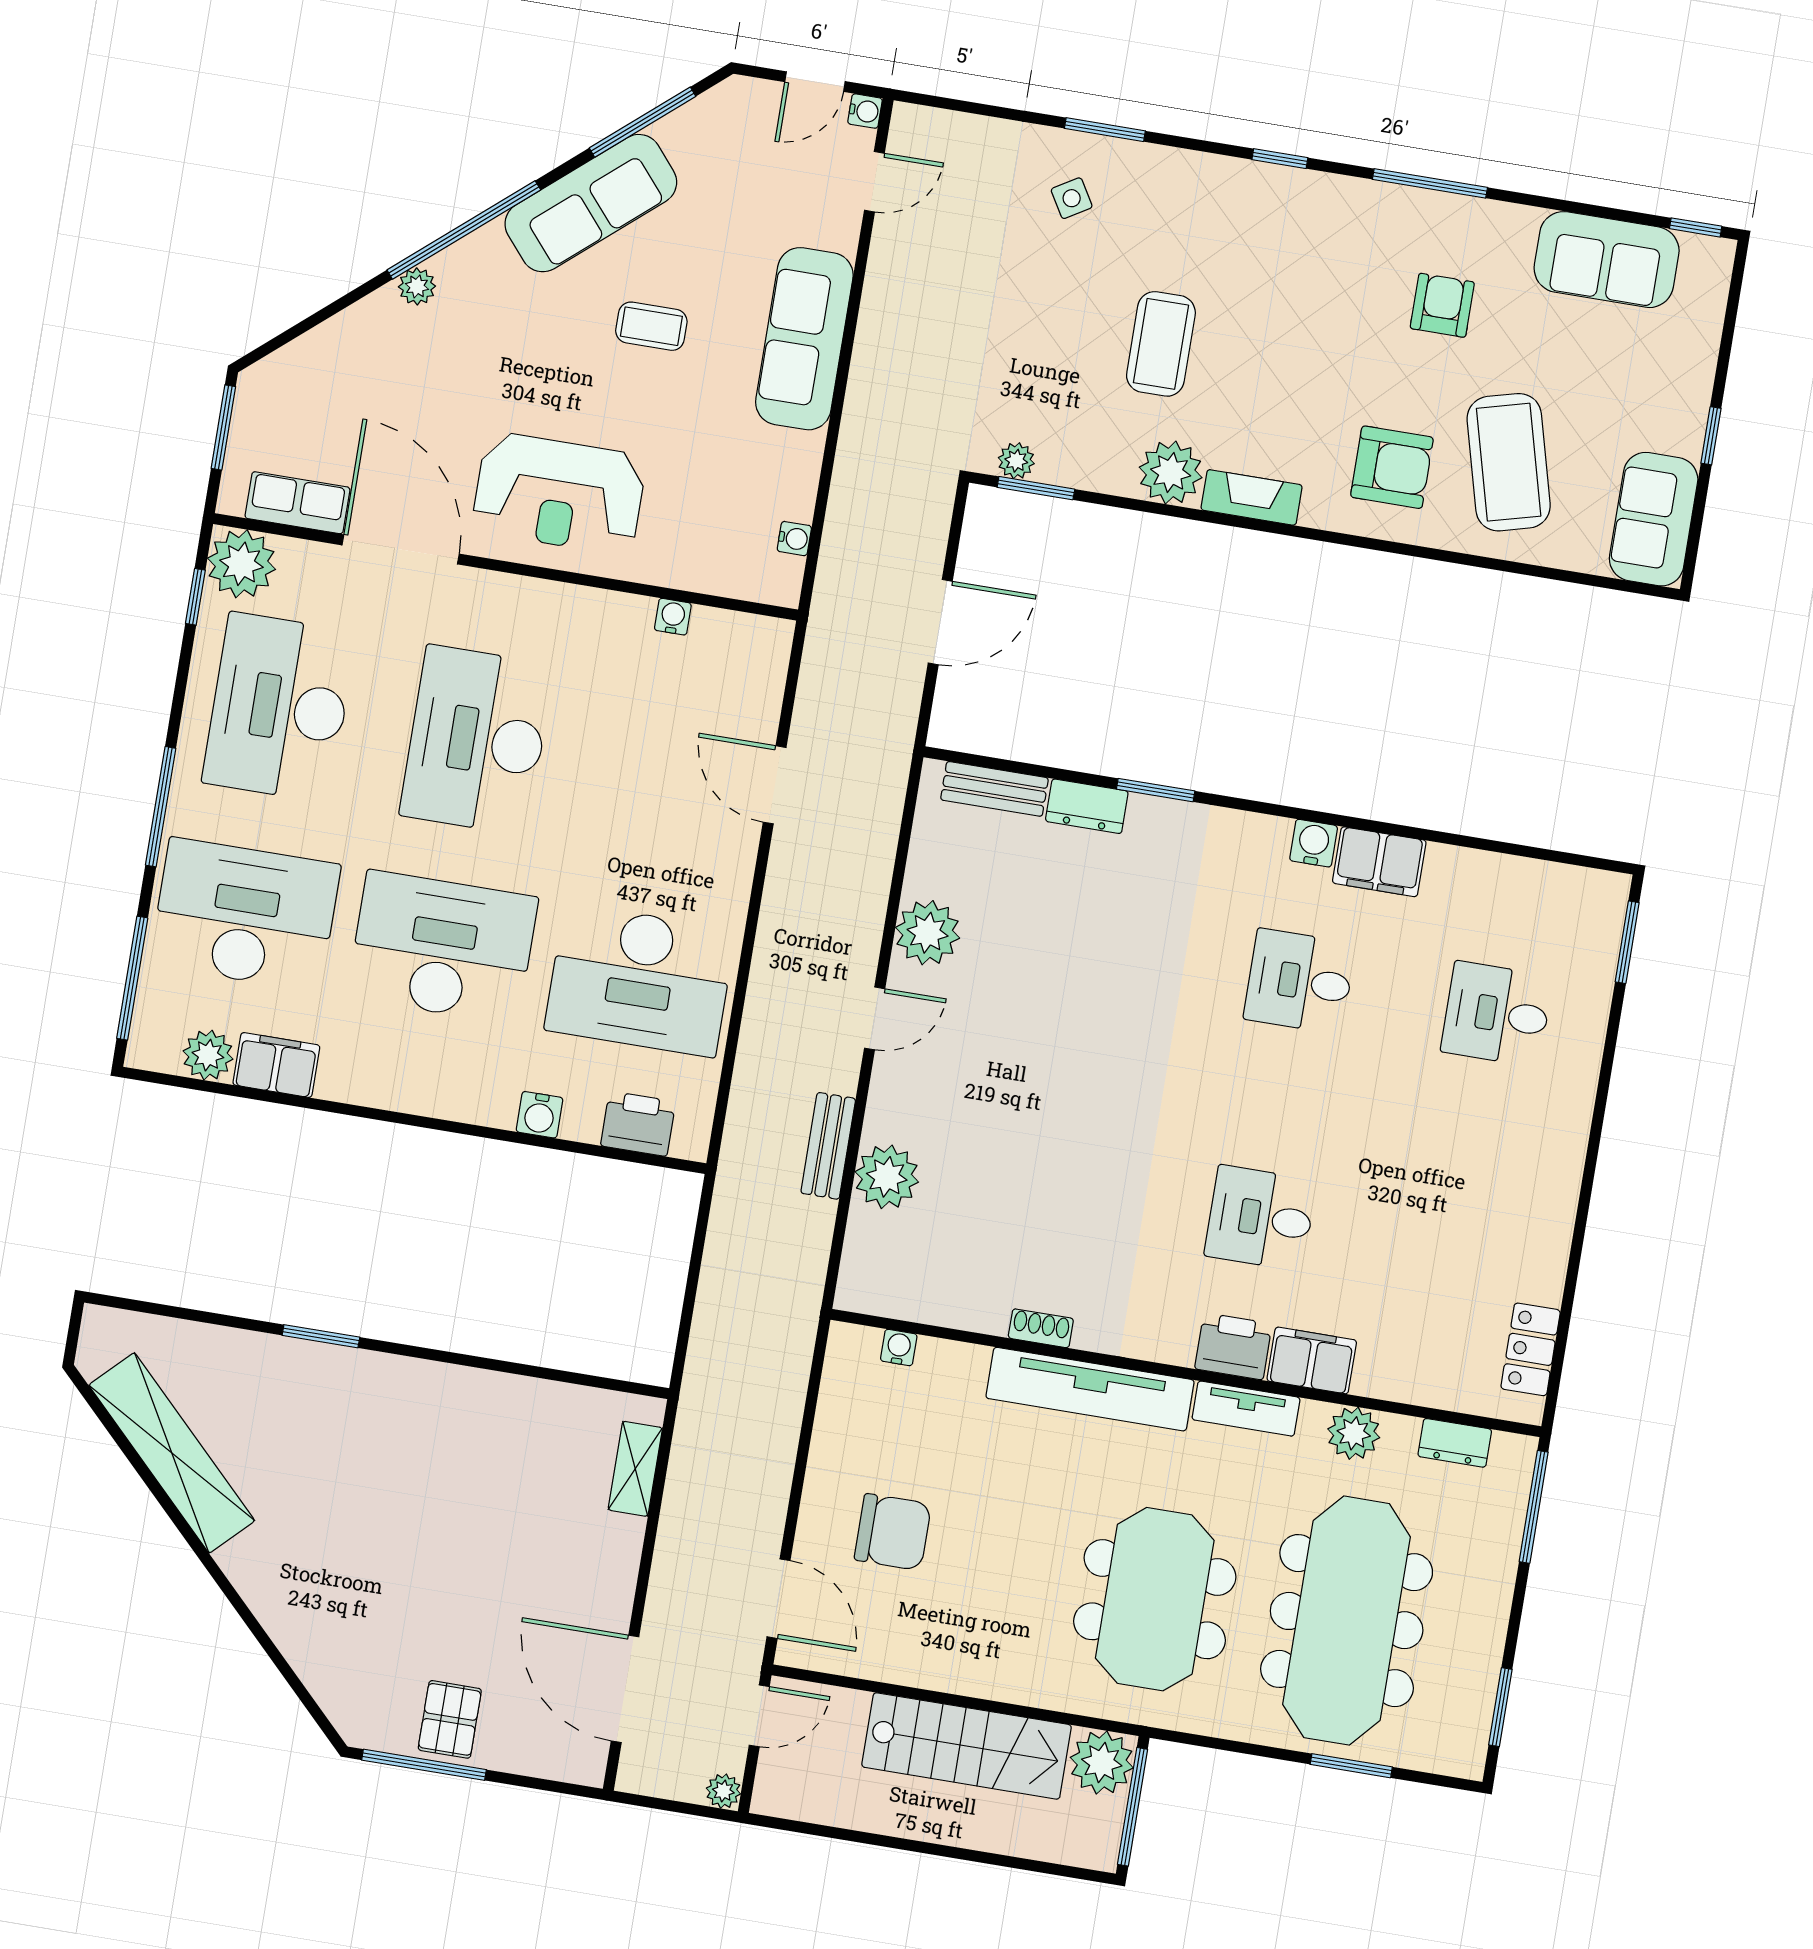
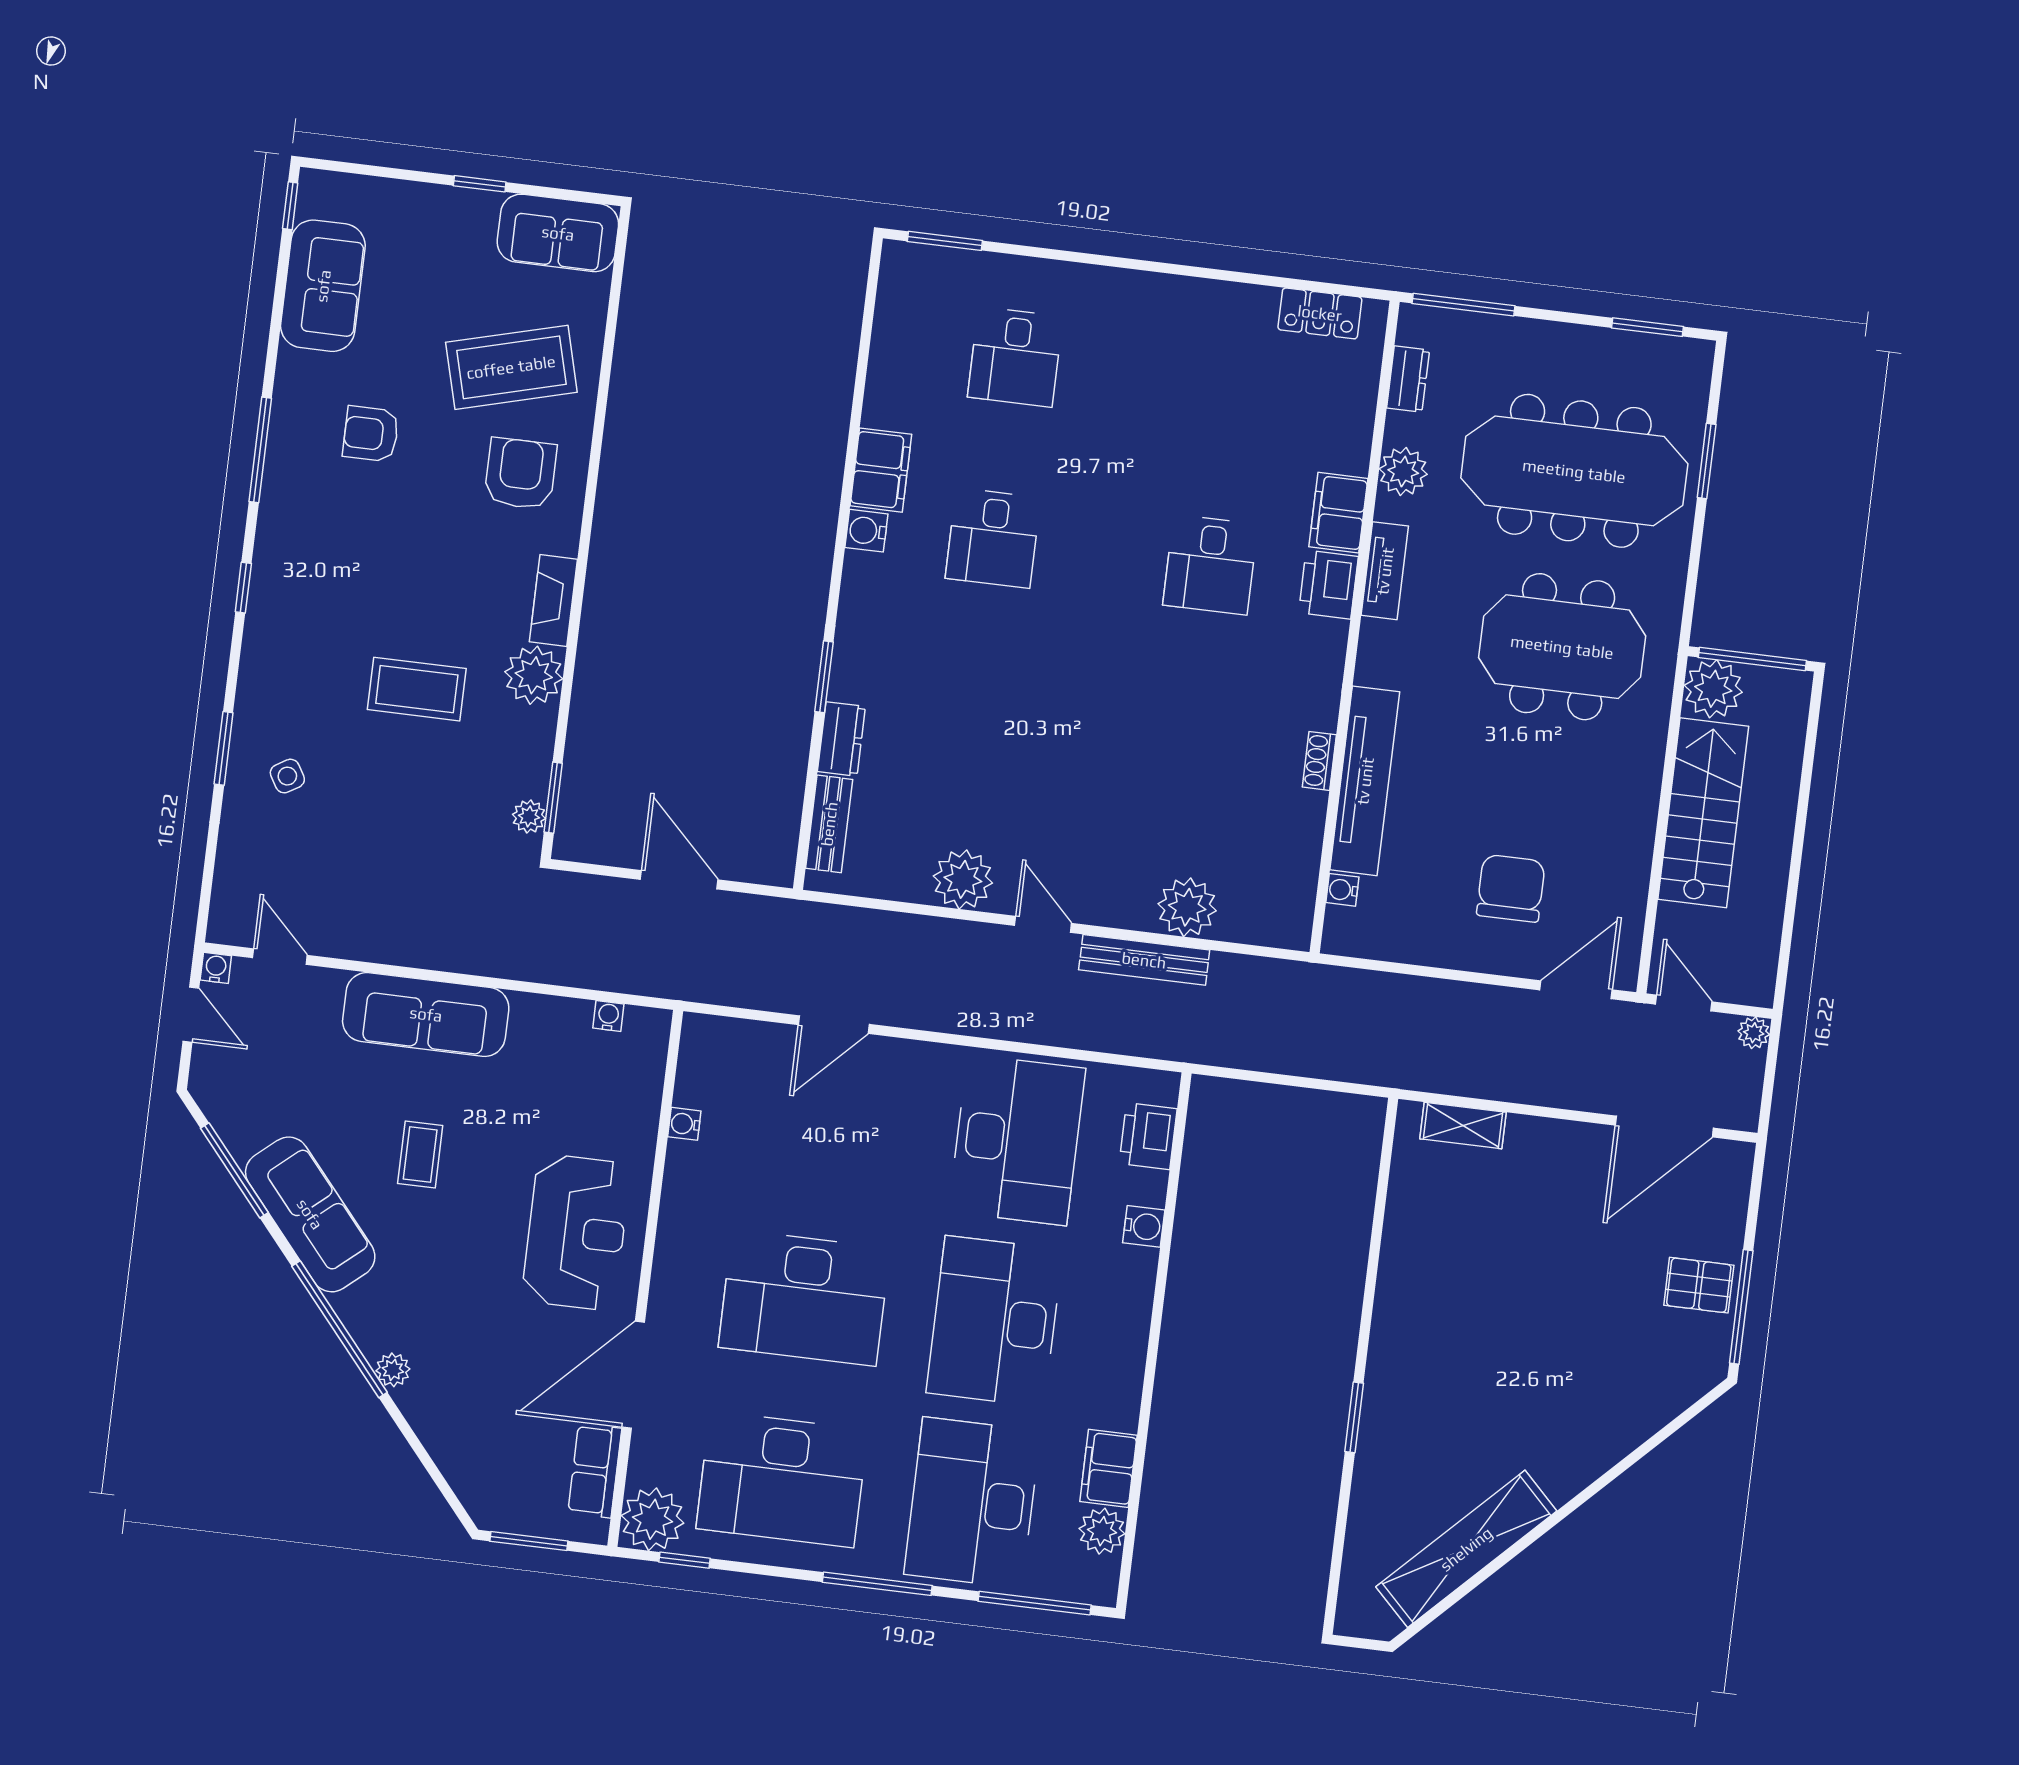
bench: (828, 1146) -> (1144, 960), width x1.36
tv unit: (1090, 1389) -> (1365, 781), moved

